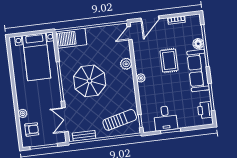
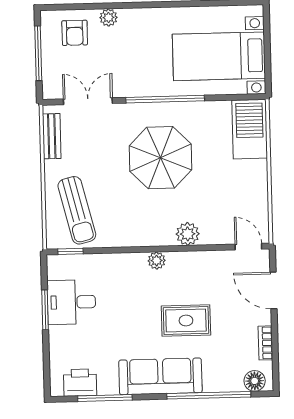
floor lamp: (198, 44) -> (255, 381), moved

